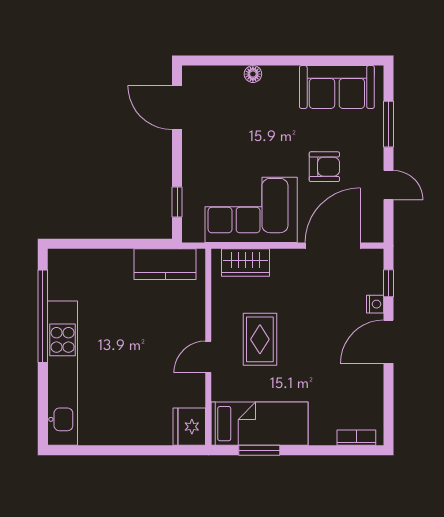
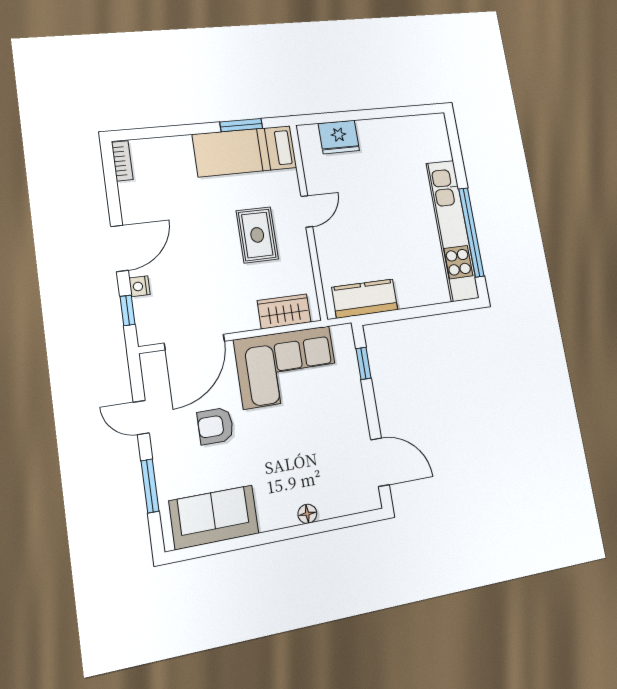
kitchen unit: (63, 373) -> (452, 230), moved
fridge: (189, 427) -> (339, 137), moved, turned 90
bookcase: (356, 438) -> (122, 161), moved, turned -90

